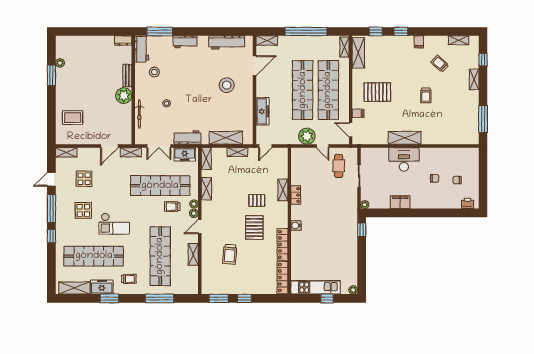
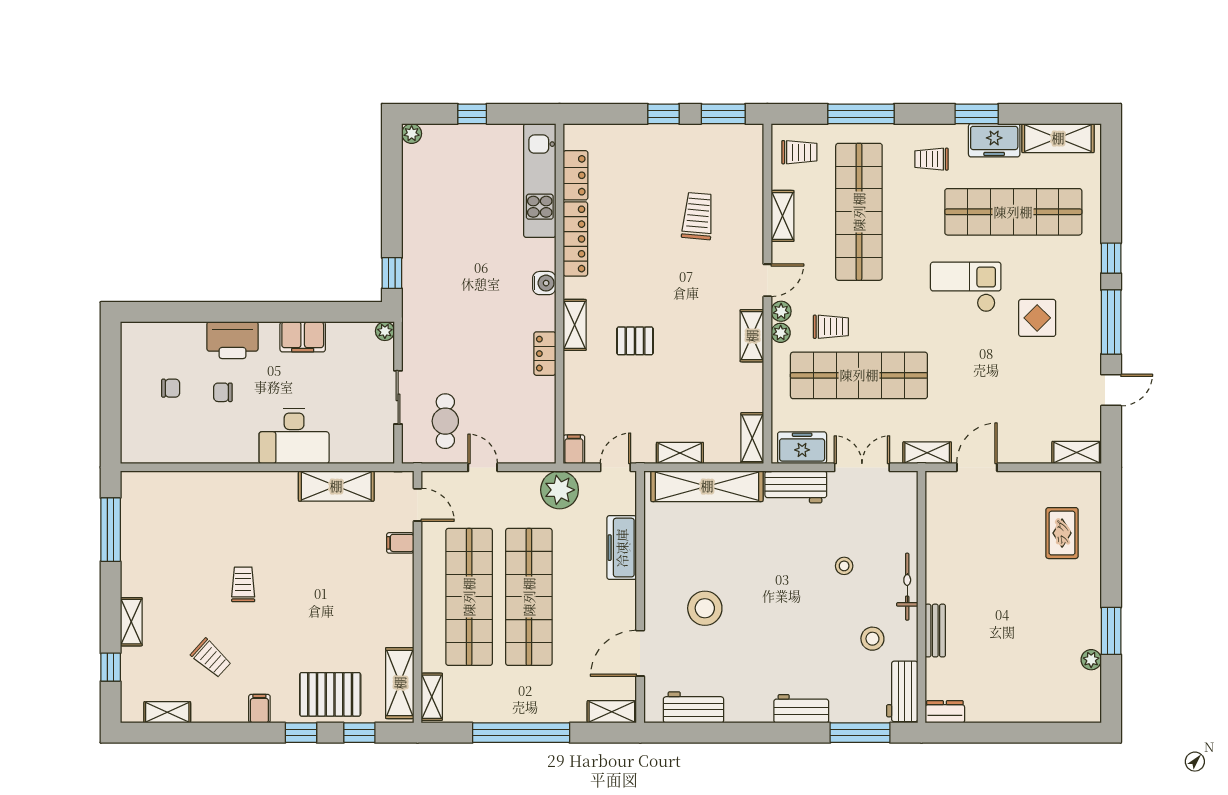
workbench: (227, 42) -> (693, 707), width x0.73
pallet: (377, 92) -> (330, 694), moved
plant: (124, 96) -> (943, 584), removed
bicycle: (139, 114) -> (907, 587), moved
rug: (73, 118) -> (1062, 533), turned 90
plant: (307, 136) -> (560, 490), moved
shelving: (226, 138) -> (707, 486), width x1.47
shelving: (405, 138) -> (336, 486), moved
filing cabinet: (283, 154) -> (574, 449), added
display table: (84, 179) -> (1036, 391), removed
shelving: (206, 189) -> (752, 336), moved
shelving: (283, 190) -> (575, 325), moved
printer: (468, 203) -> (233, 340), moved, width x1.87, depth x1.48
pallet: (254, 228) -> (641, 278), removed
locker: (282, 278) -> (576, 175), width x0.66
trolley: (186, 282) -> (799, 152), added
kitchen unit: (316, 287) -> (540, 181), moved, turned 90

